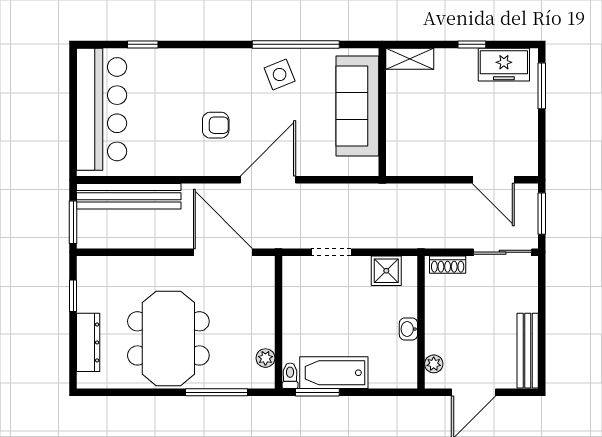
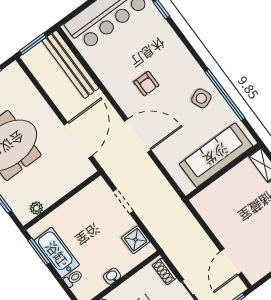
toilet: (290, 376) -> (73, 278), moved

